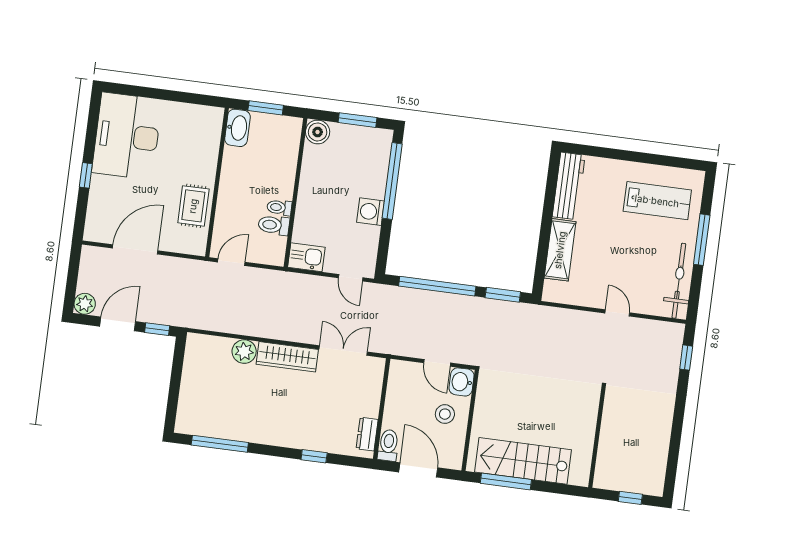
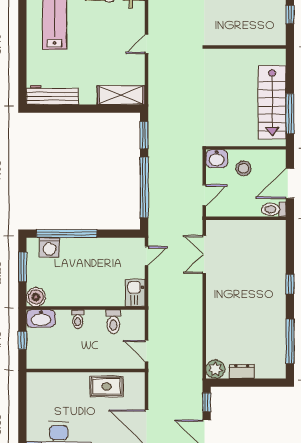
window: (266, 108) -> (22, 340), width x0.67
washbasin: (237, 128) -> (41, 318), moved, turned 180
toilet: (279, 207) -> (78, 319), moved
washing machine: (370, 212) -> (49, 247), moved
shelving: (560, 250) -> (121, 95), moved
plant: (244, 352) -> (215, 369), moved
wardrobe: (287, 357) -> (215, 298), removed
door: (437, 363) -> (204, 195), moved
dresser: (367, 434) -> (242, 371), moved, turned 180
window: (314, 456) -> (290, 284), moved

